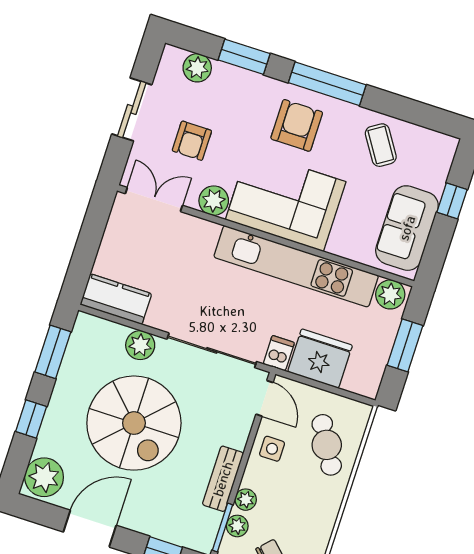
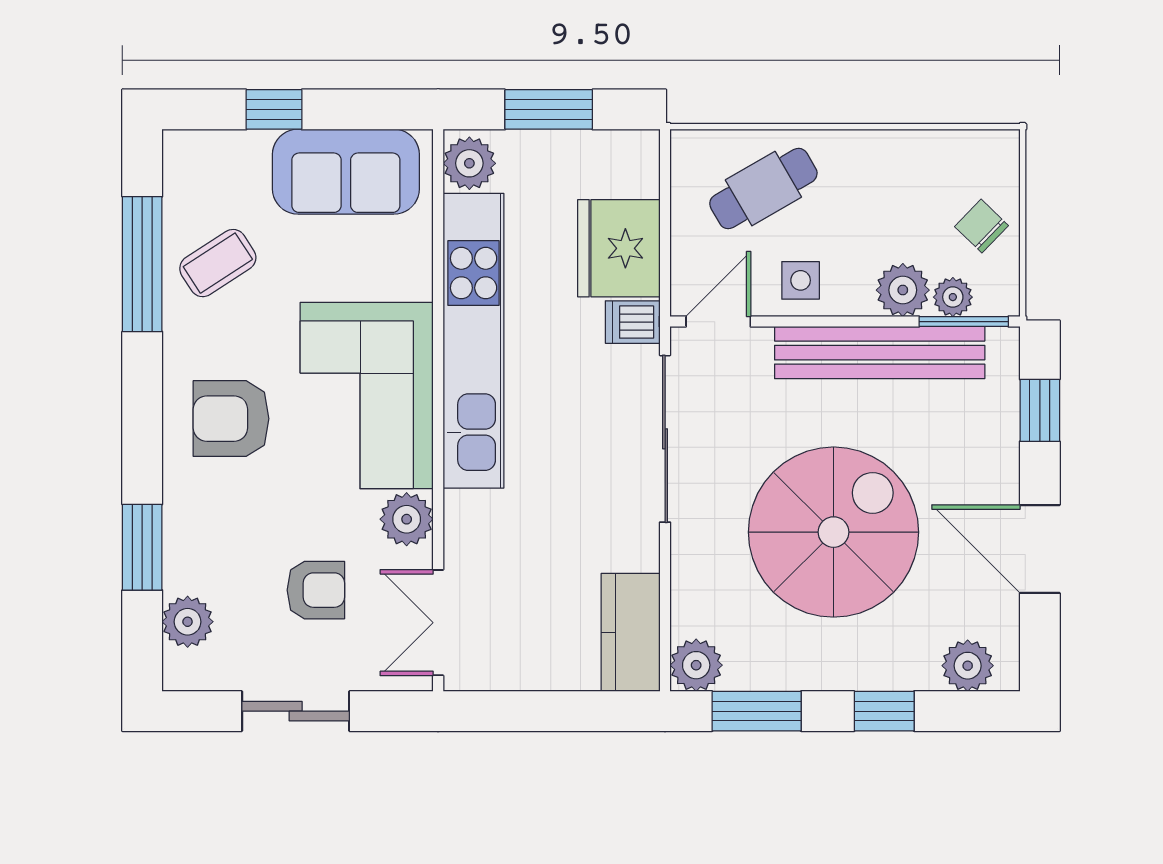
window: (327, 84) -> (142, 264), moved
plant: (140, 345) -> (696, 665), moved
plant: (44, 477) -> (968, 666), width x0.73, depth x0.73
bench: (223, 479) -> (880, 353), width x1.86, depth x1.21
plant: (246, 500) -> (903, 290), width x1.38, depth x1.38

